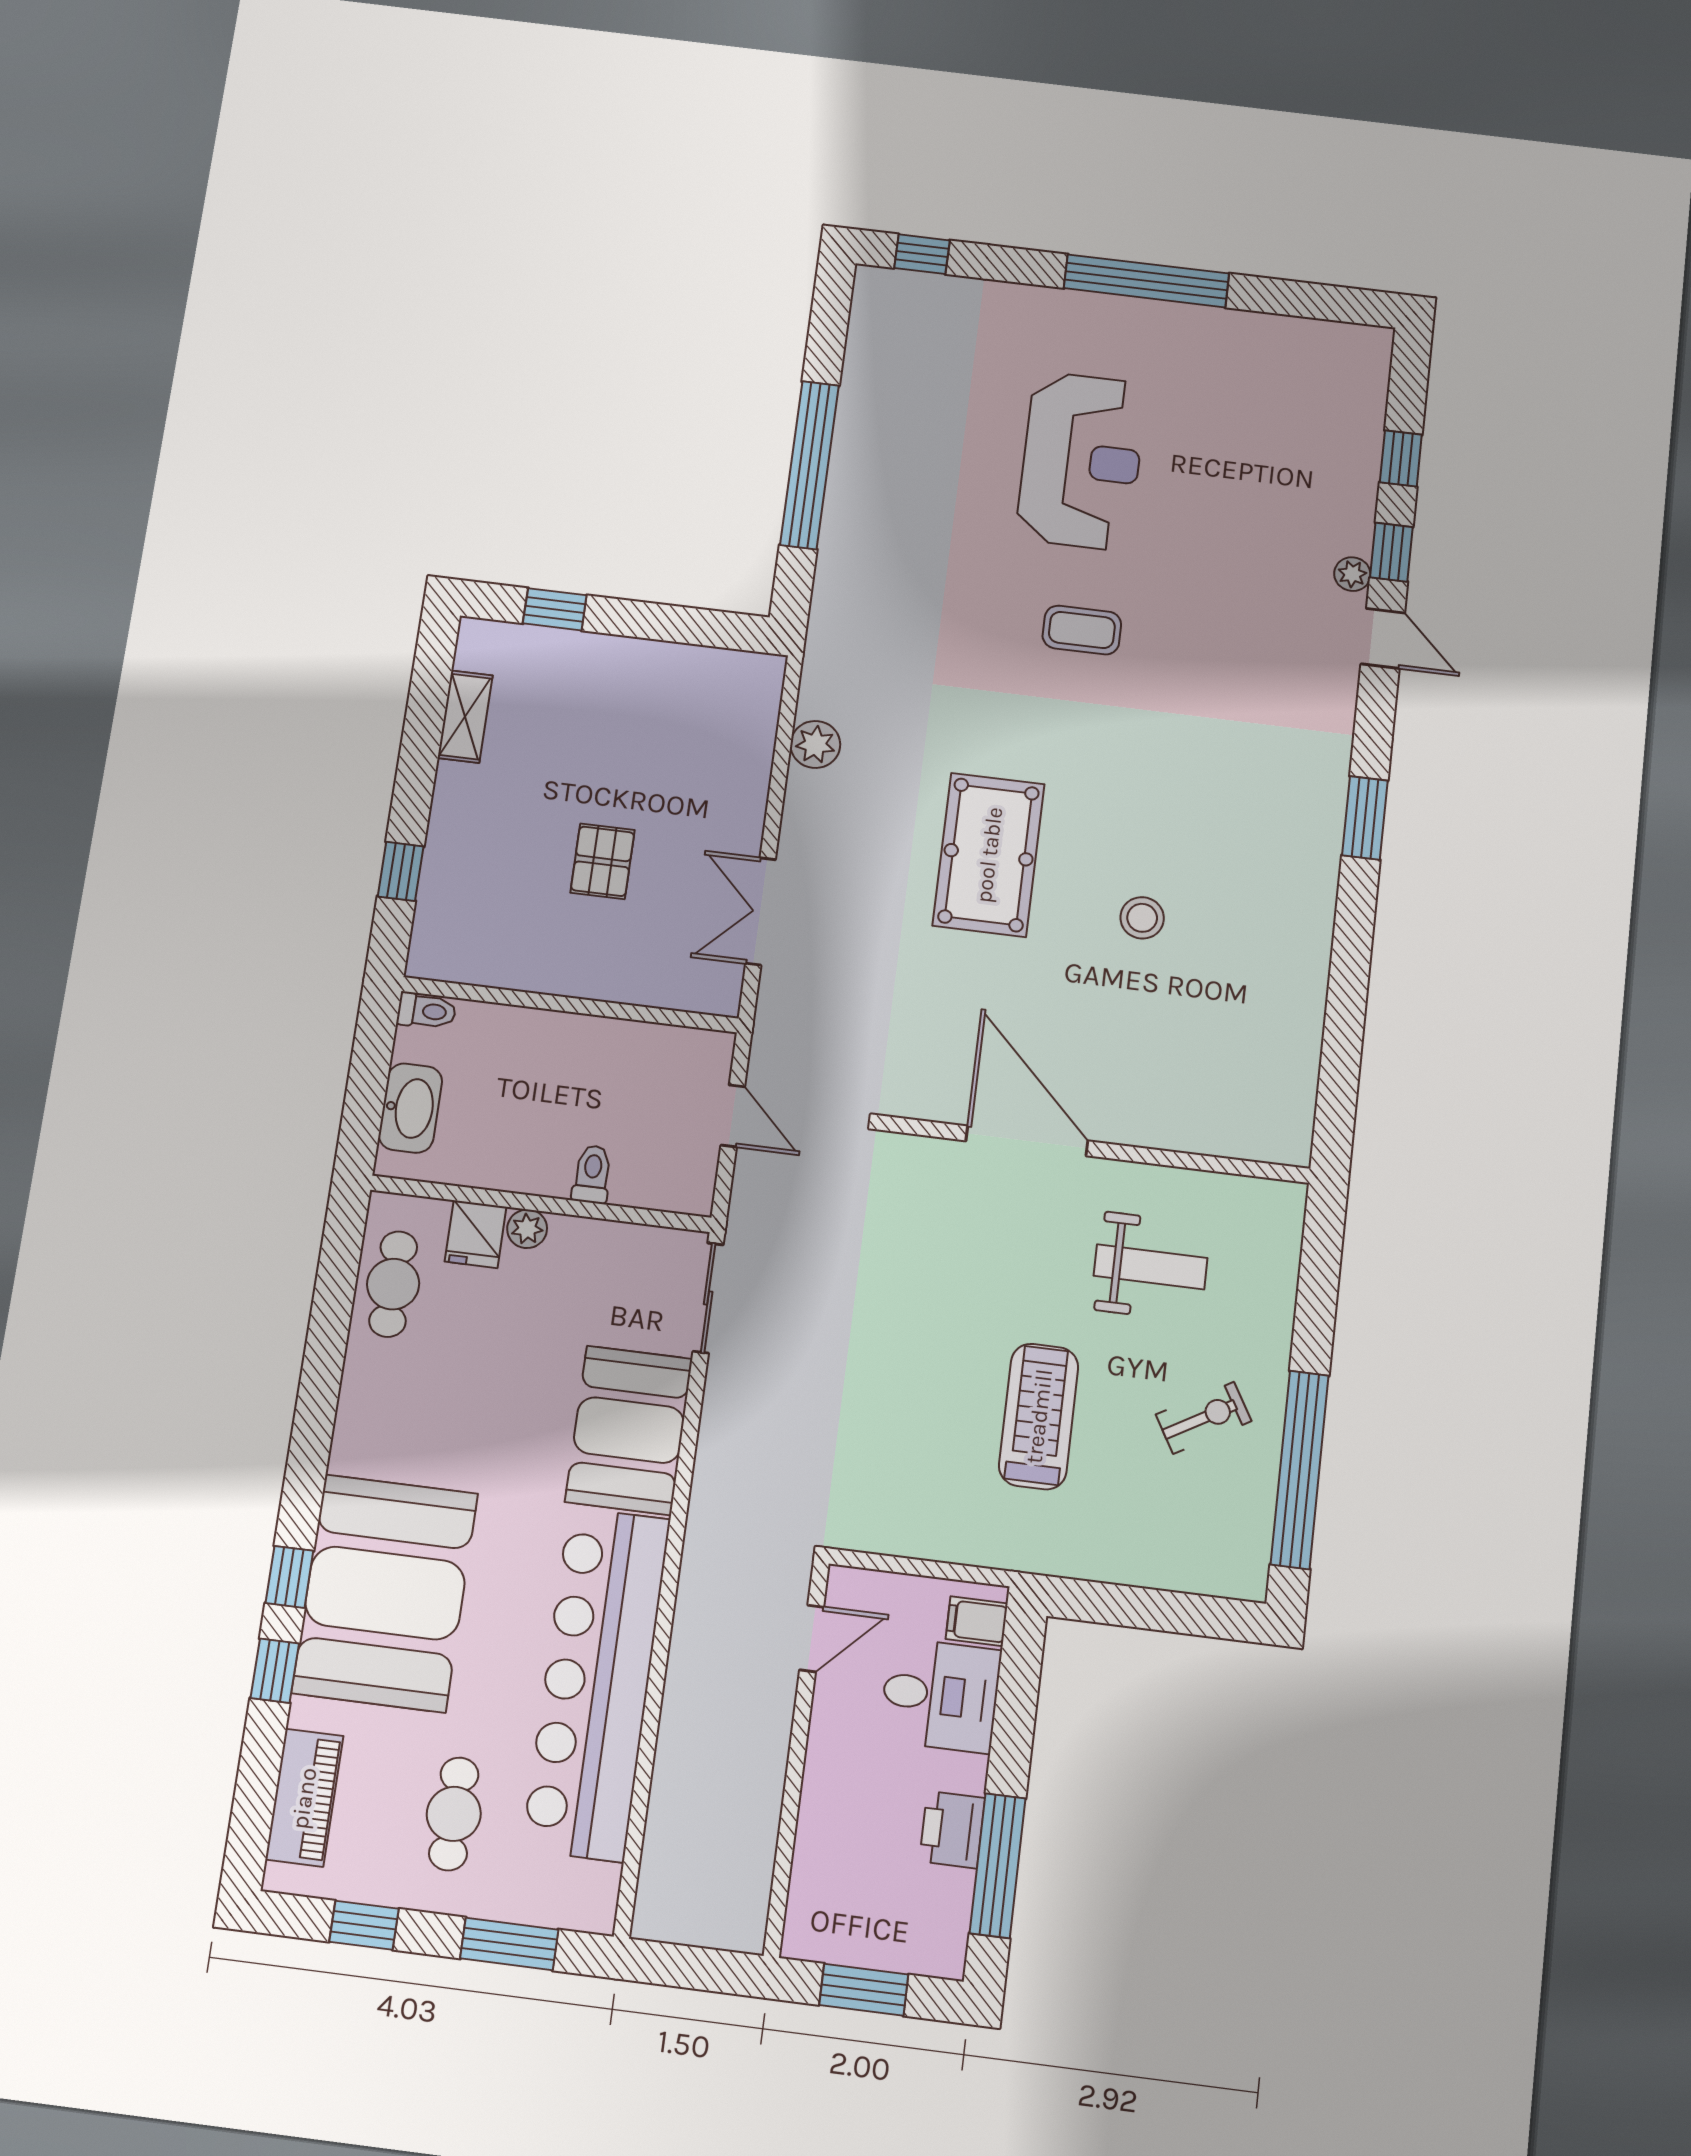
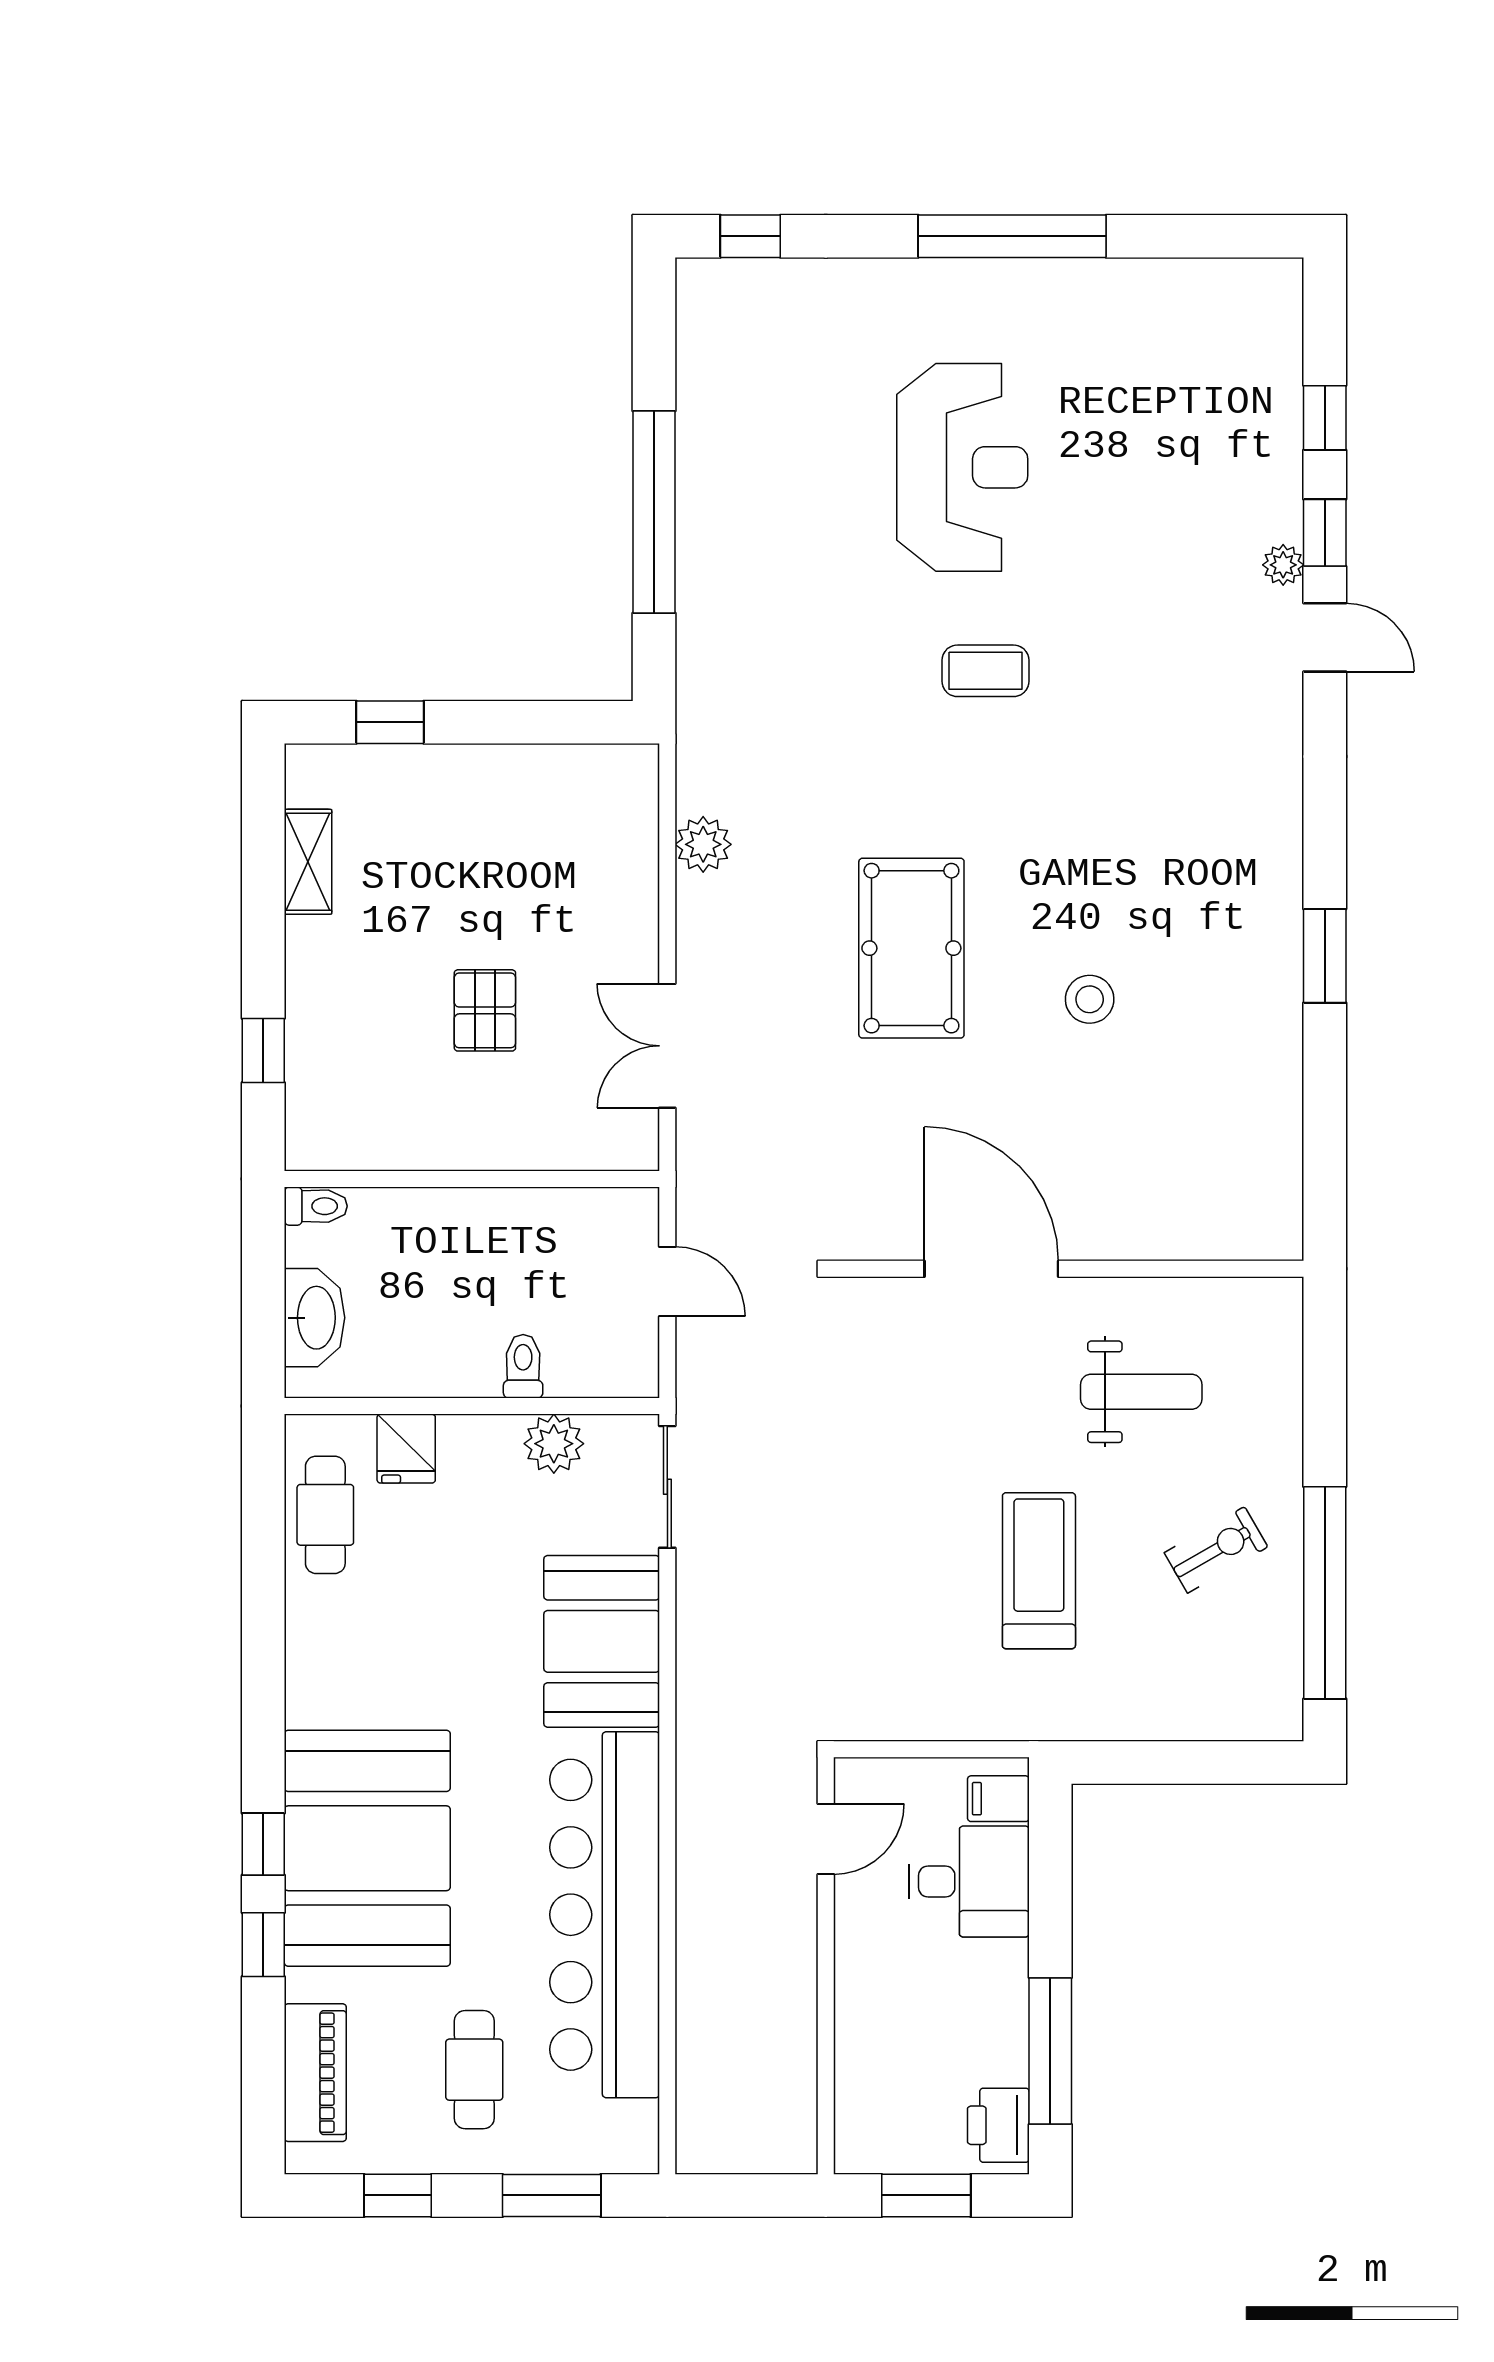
window: (1365, 818) -> (1325, 956), moved
plant: (527, 1229) -> (554, 1444), moved, width x1.38, depth x1.38
printer: (952, 1830) -> (998, 2125), moved

